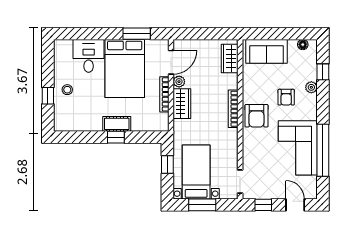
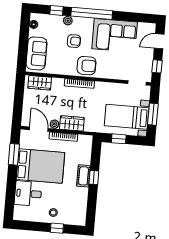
window: (323, 150) -> (92, 13), moved

